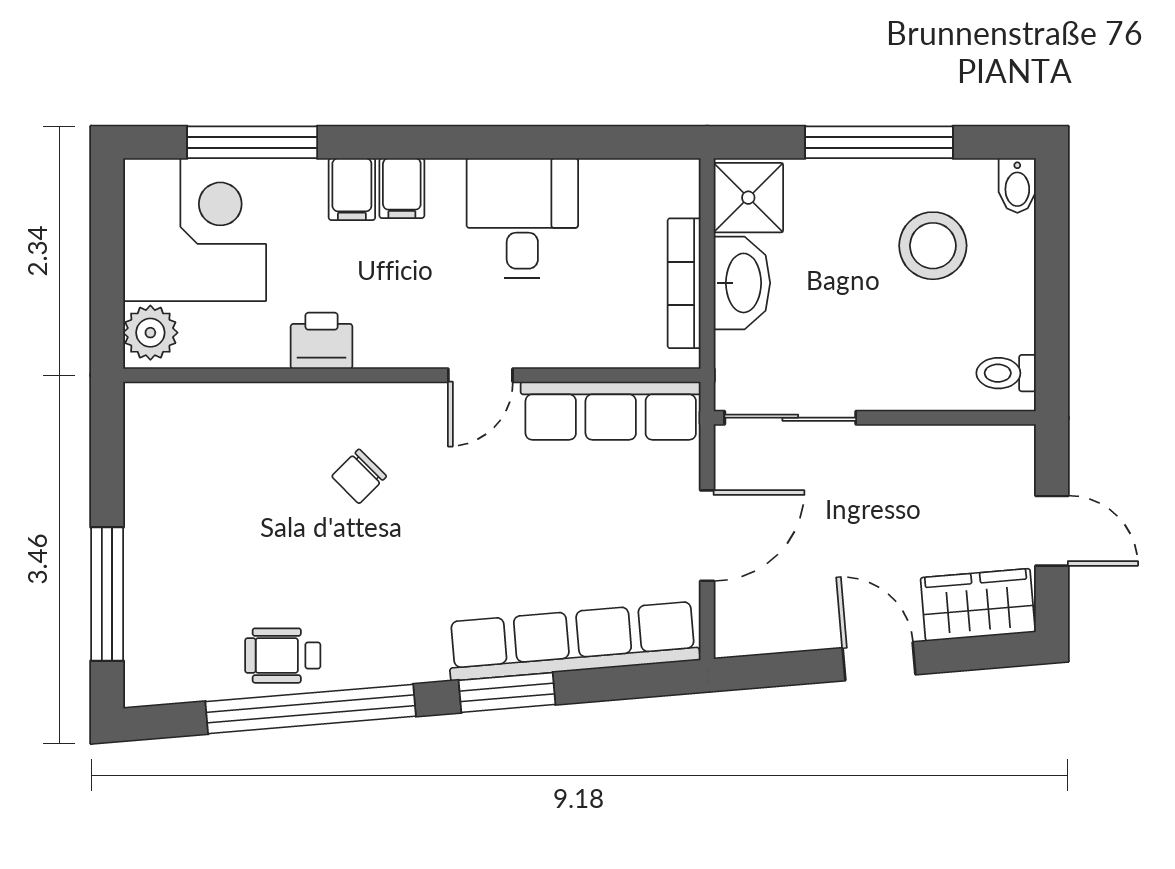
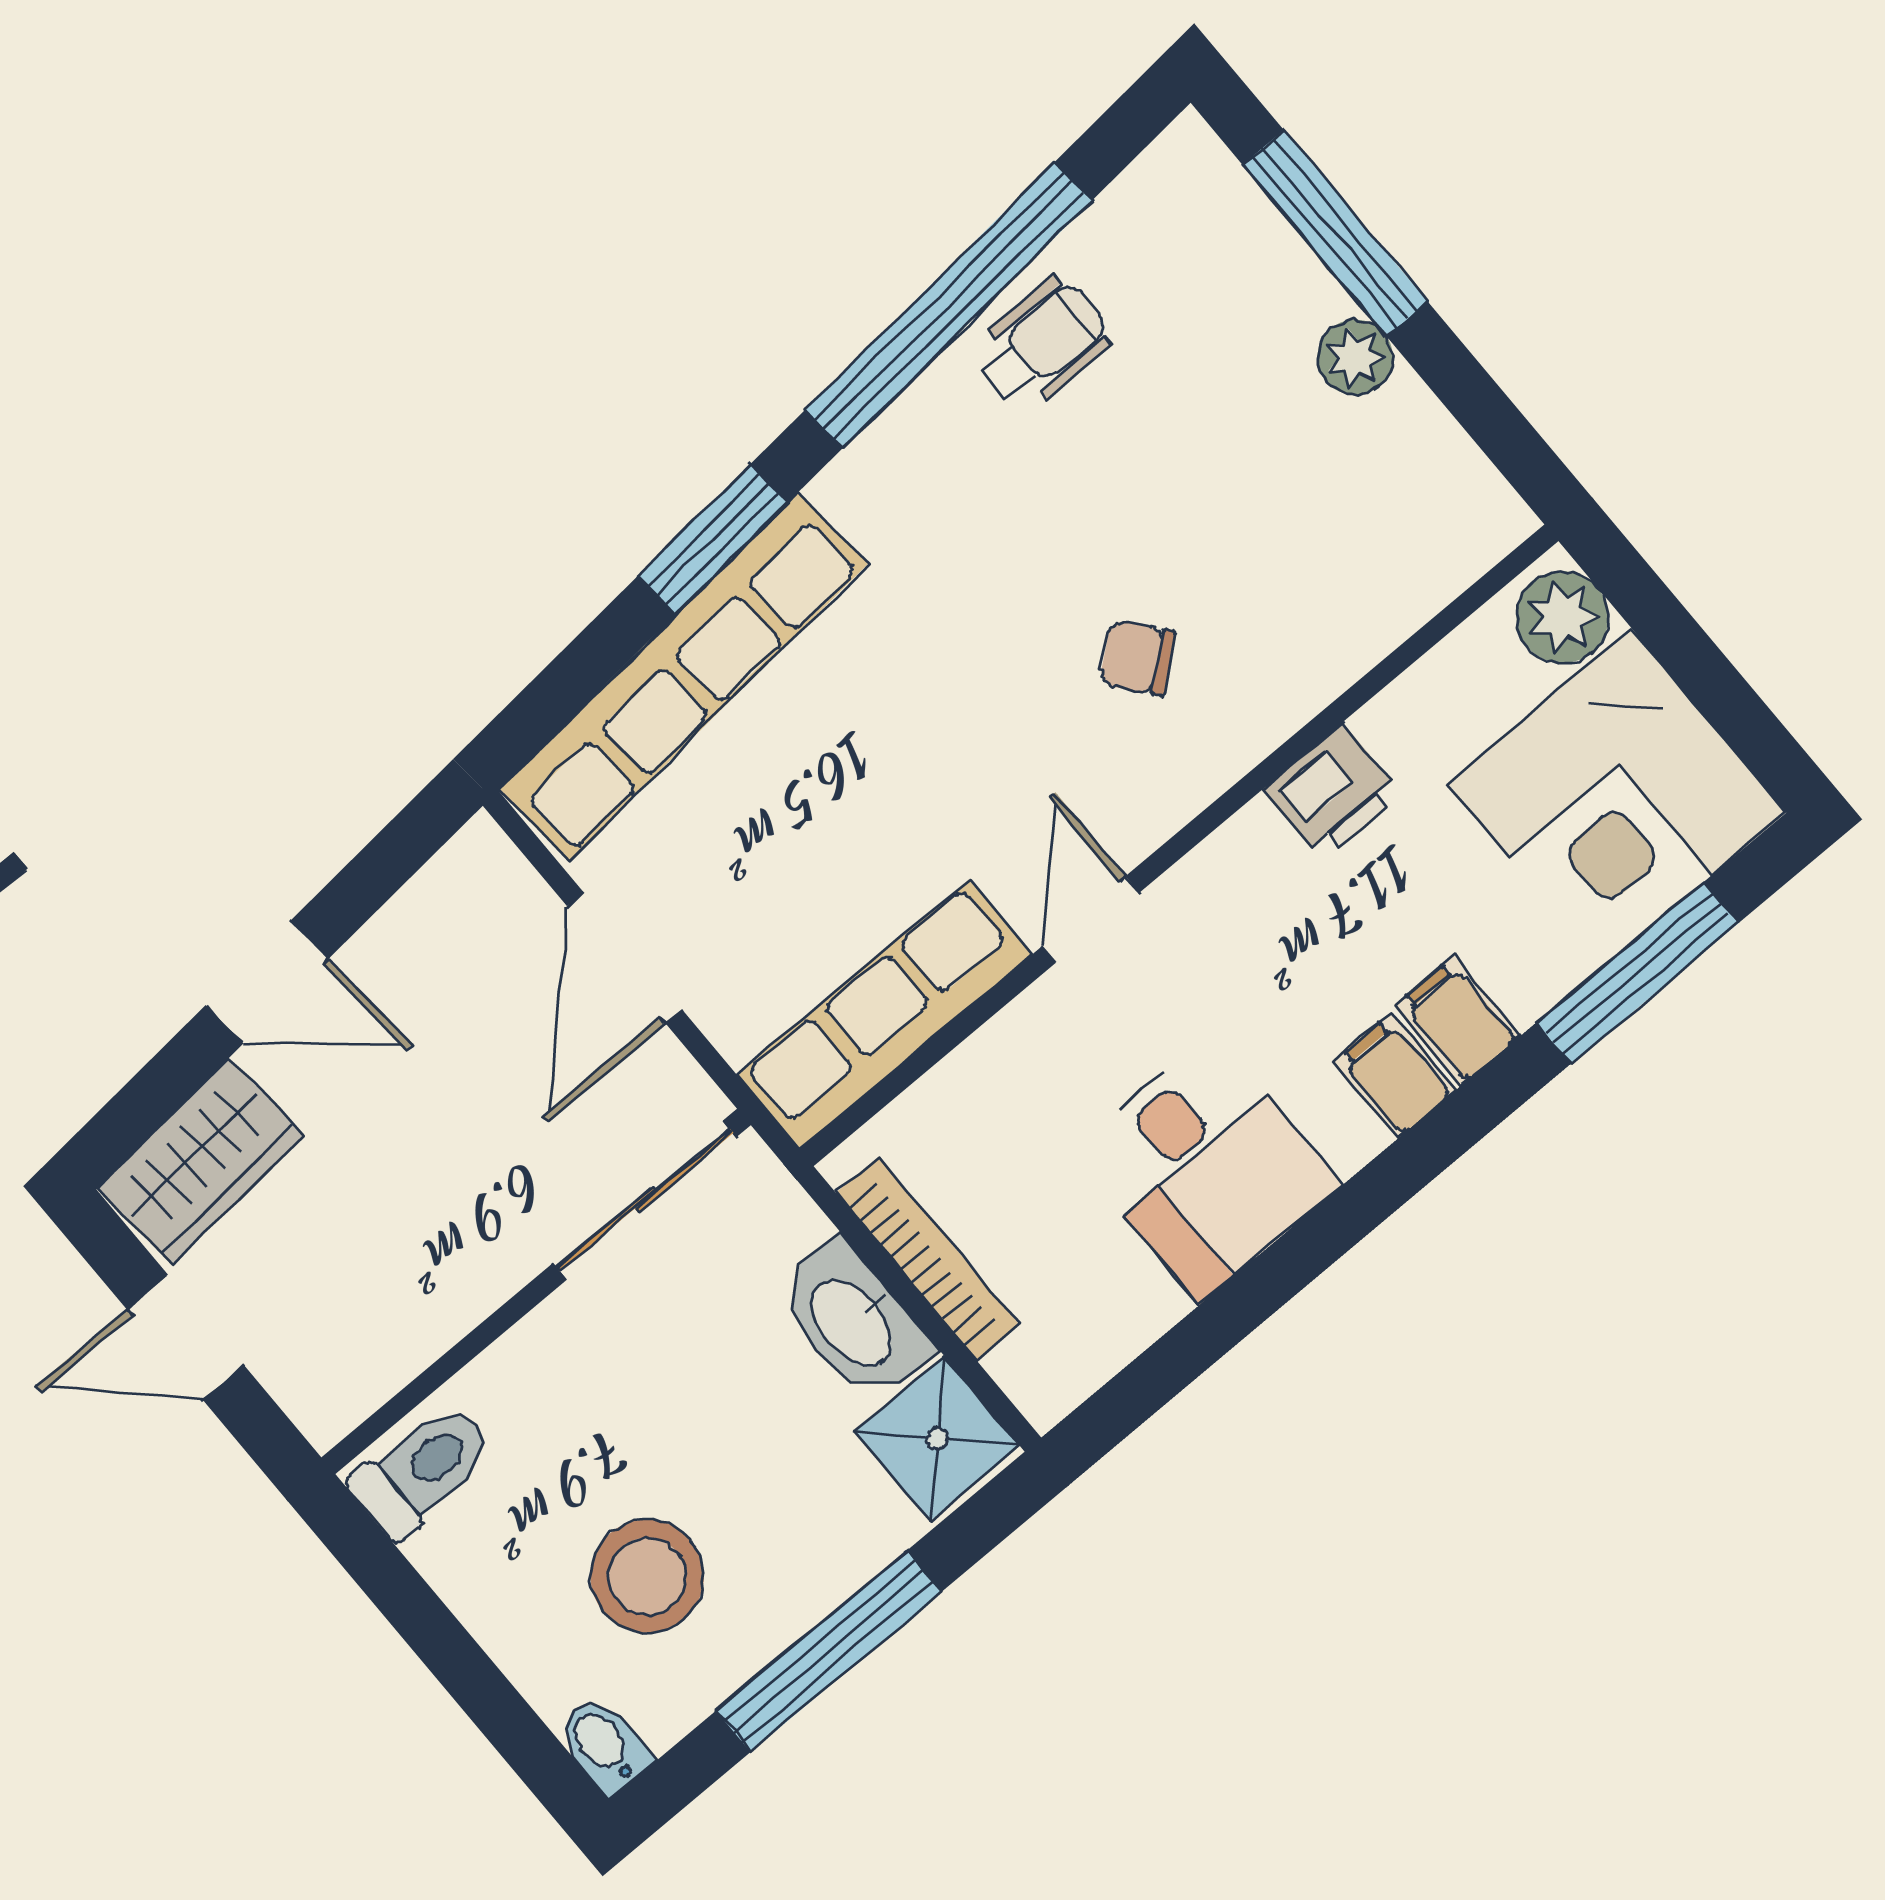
toilet: (1006, 373) -> (422, 1470), width x1.37, depth x1.39
chair: (359, 476) -> (1138, 658), turned -84
plant: (145, 530) -> (1355, 357), added

